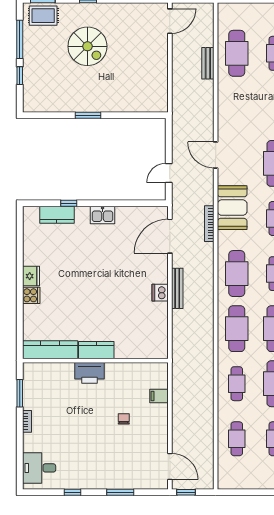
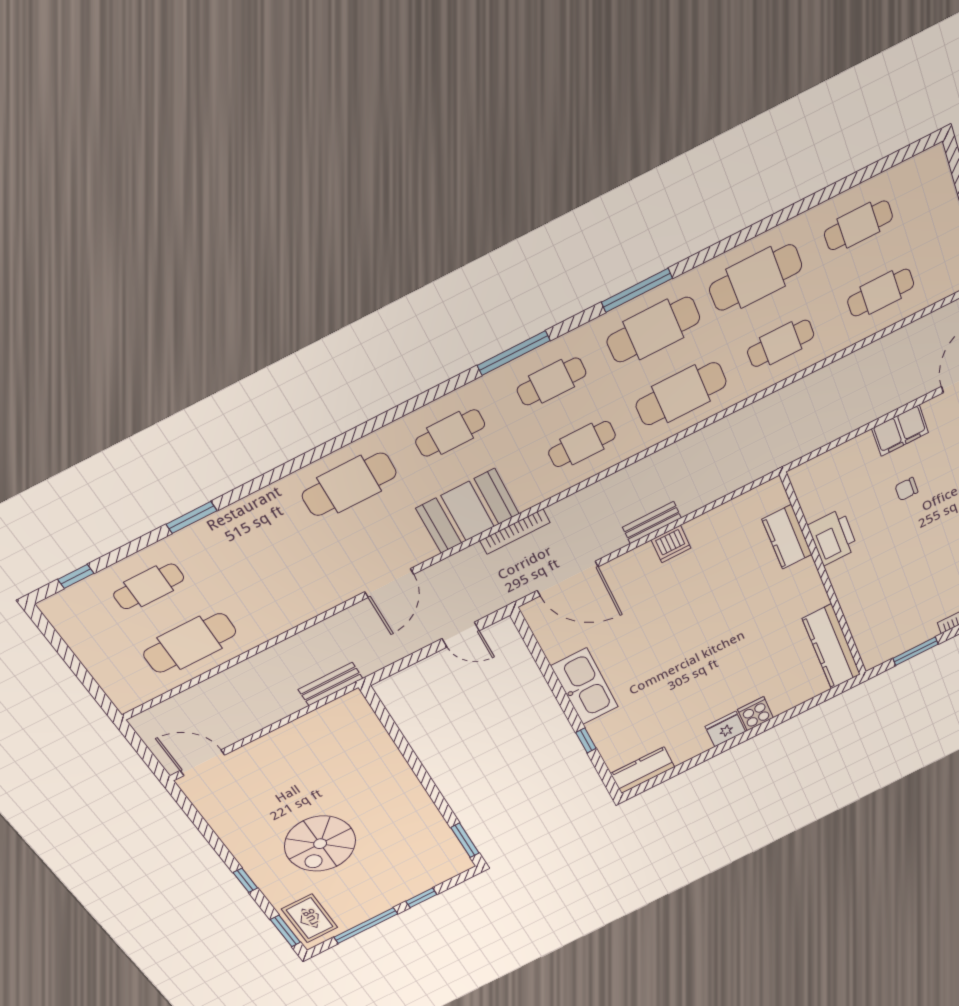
spiral stairs: (87, 46) -> (320, 844), turned 180
bench: (208, 63) -> (331, 684), moved
window: (88, 115) -> (465, 840), moved
kitchen counter: (57, 215) -> (643, 770), moved, turned -90
kitchen sink: (103, 215) -> (585, 686), width x1.87, depth x1.24
cafe table: (237, 274) -> (582, 444), width x0.73, depth x0.74
bench: (177, 288) -> (652, 523), width x0.73
kitchen counter: (96, 350) -> (787, 537), moved
printer: (89, 373) -> (833, 537), moved
filing cabinet: (159, 396) -> (900, 431), moved, width x2.00

